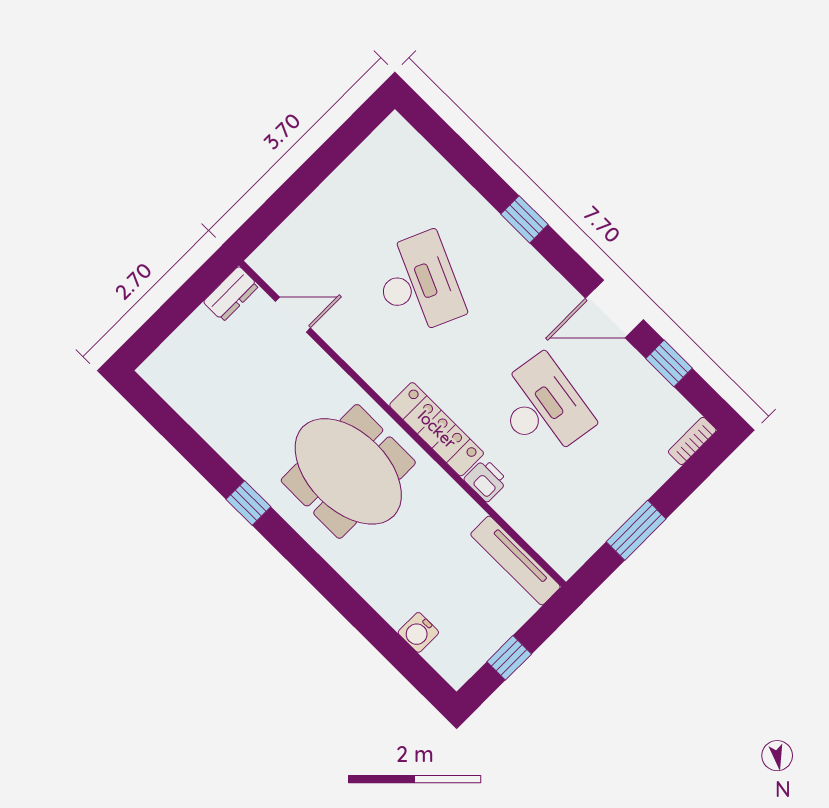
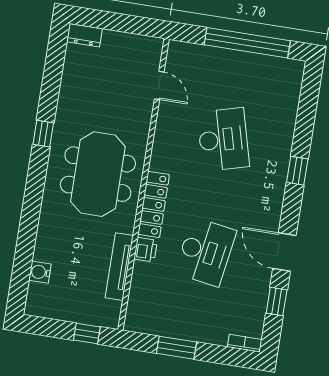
window: (319, 166) -> (247, 43), added
desk: (418, 284) -> (223, 139), turned -39
dresser: (231, 294) -> (84, 35), moved
tv unit: (515, 561) -> (119, 267), moved
window: (509, 658) -> (87, 333), moved

